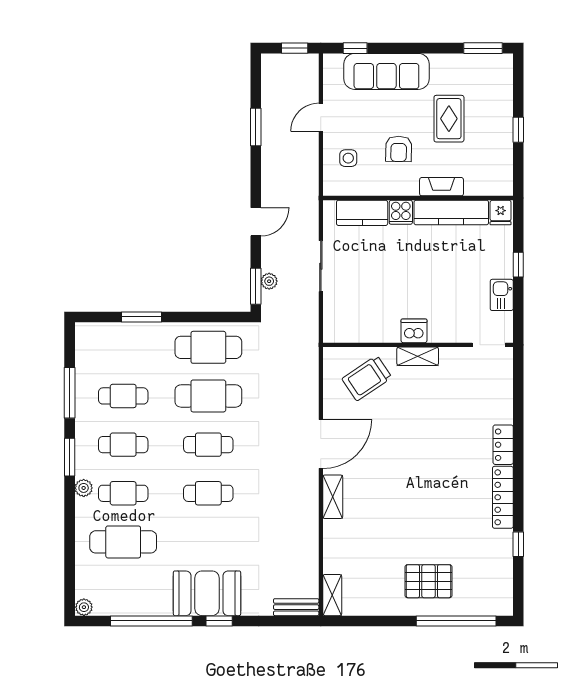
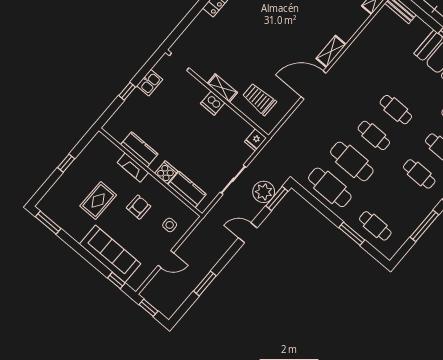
kitchen counter: (451, 213) -> (139, 149), width x0.67
fridge: (501, 213) -> (256, 140), moved, turned 180
plant: (269, 281) -> (264, 192), width x1.87, depth x1.87
trolley: (367, 378) -> (259, 99), turned -146
cafe table: (123, 396) -> (375, 226), moved

